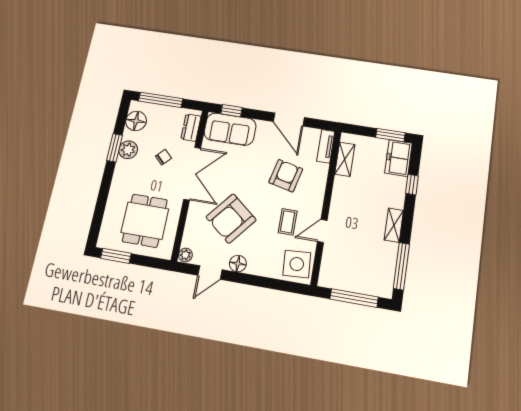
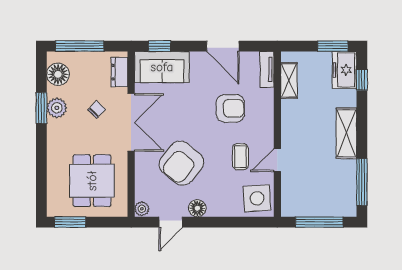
armchair: (286, 176) -> (230, 108), turned 77
window: (412, 185) -> (362, 80), moved
shelving: (394, 225) -> (346, 133), width x1.50, depth x1.33

